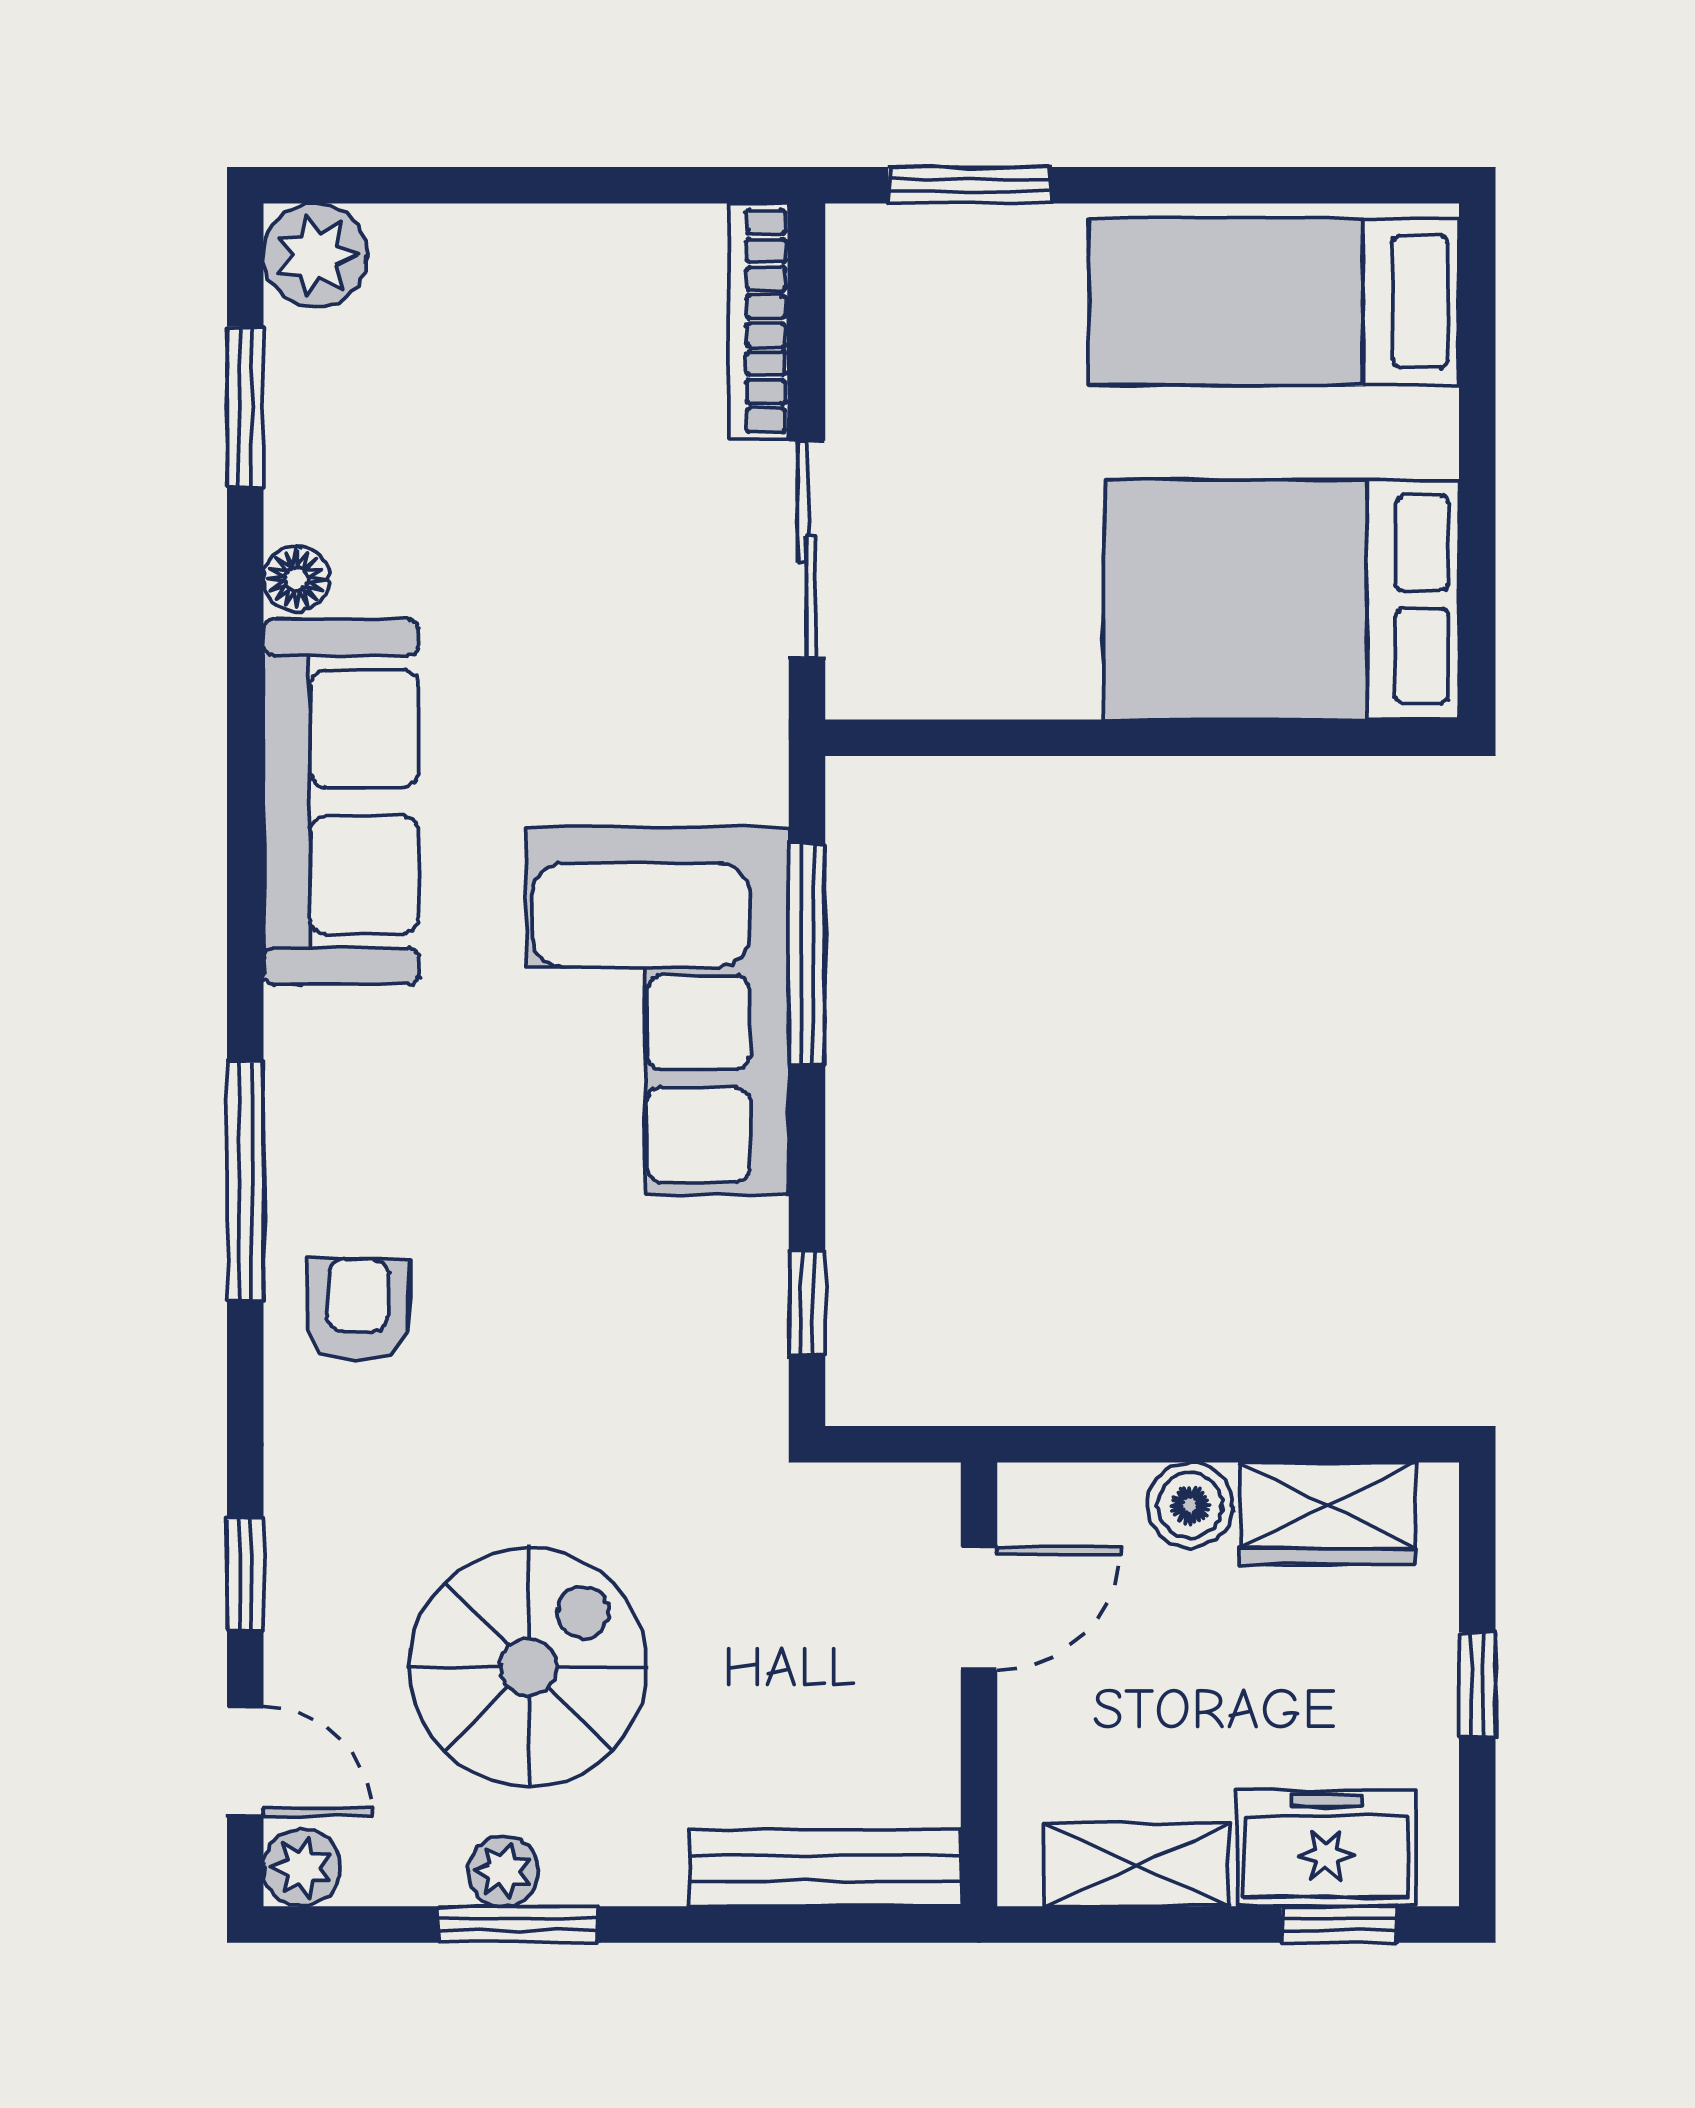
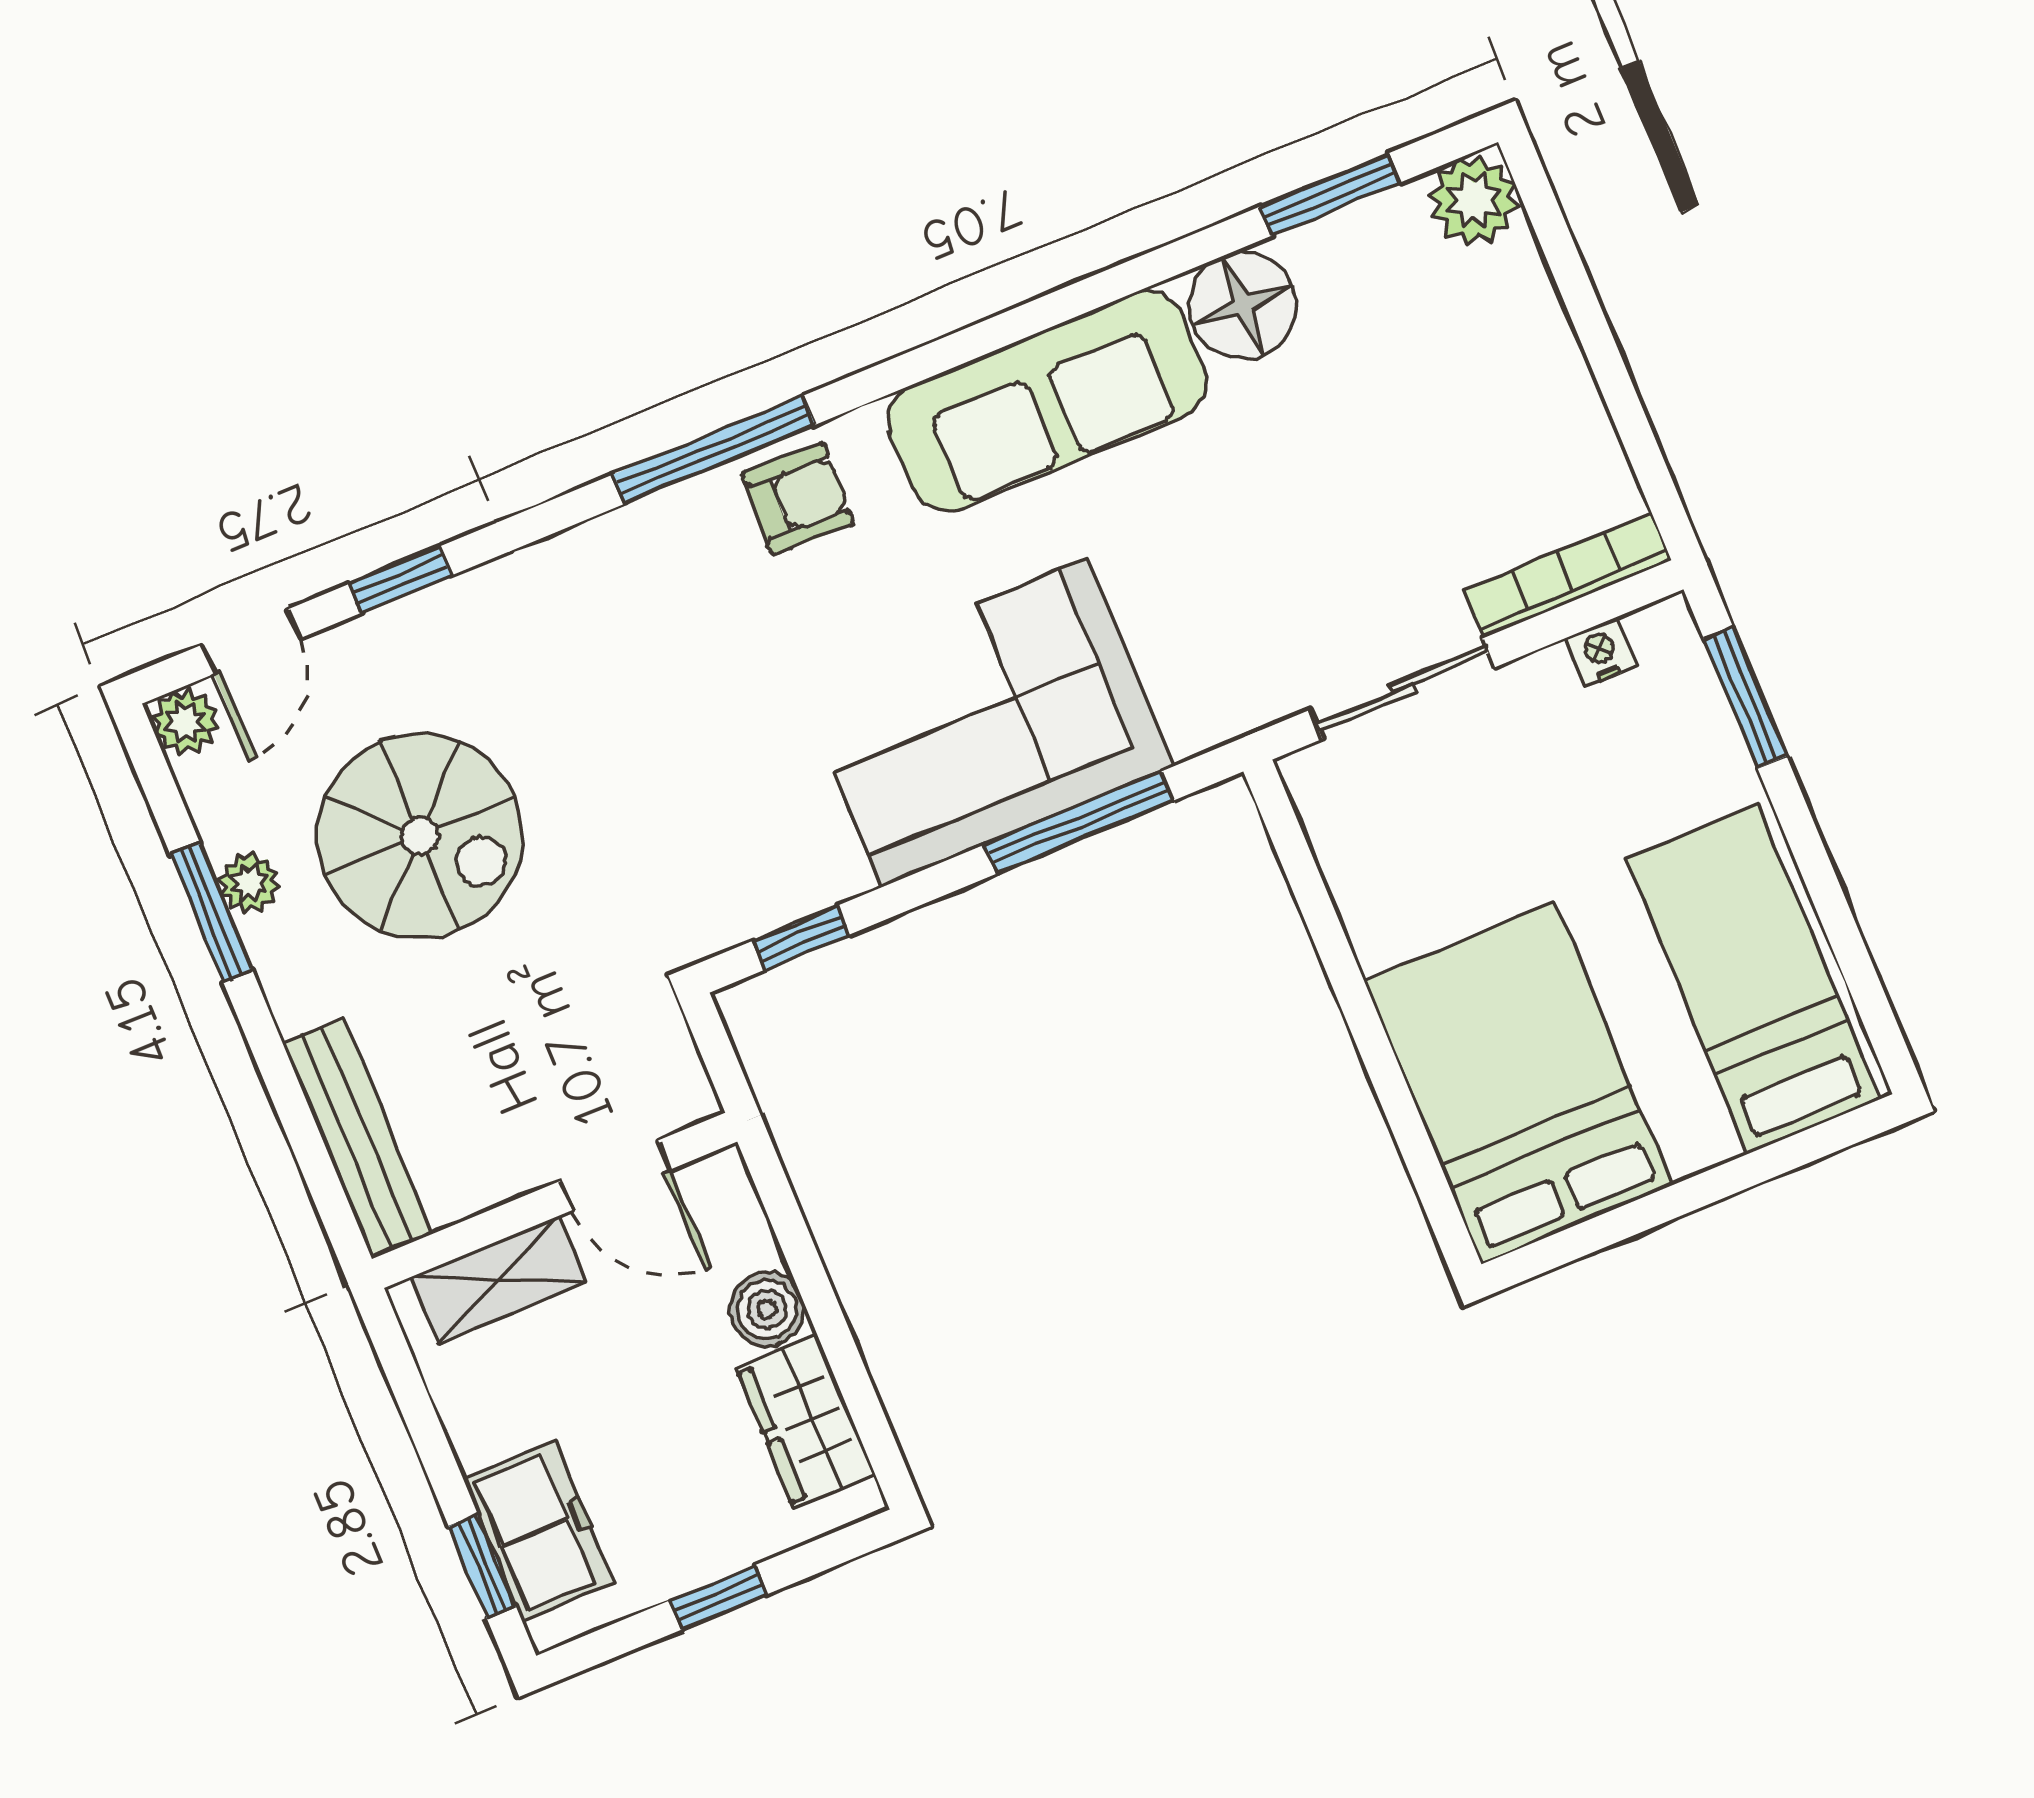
nightstand: (856, 320) -> (1601, 652), added
floor lamp: (296, 579) -> (1243, 306), width x1.89, depth x1.89
armchair: (357, 1310) -> (798, 499), moved
shelving: (1137, 1865) -> (498, 1279), moved, turned 90

